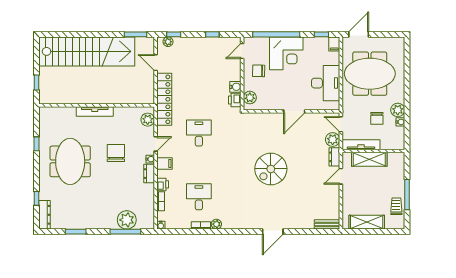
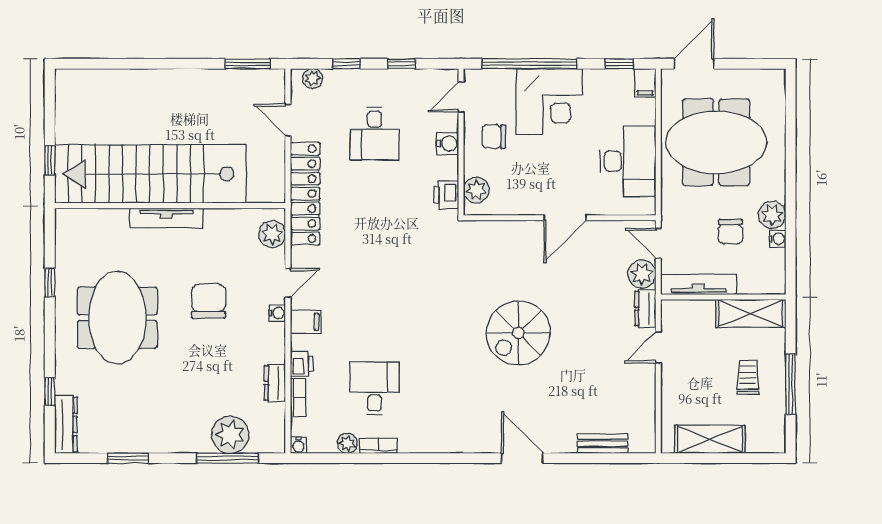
window: (174, 34) -> (347, 64), moved
stairs: (87, 51) -> (150, 174), moved, turned 180
water cooler: (235, 87) -> (448, 144), moved
desk: (199, 133) -> (374, 134), moved, turned 180
shelving: (369, 159) -> (751, 313), moved
dresser: (149, 174) -> (275, 383), moved
trolley: (396, 206) -> (748, 377), moved
plant: (216, 224) -> (347, 443), moved
bench: (327, 224) -> (603, 444), moved
door: (273, 232) -> (522, 458), swing flipped

